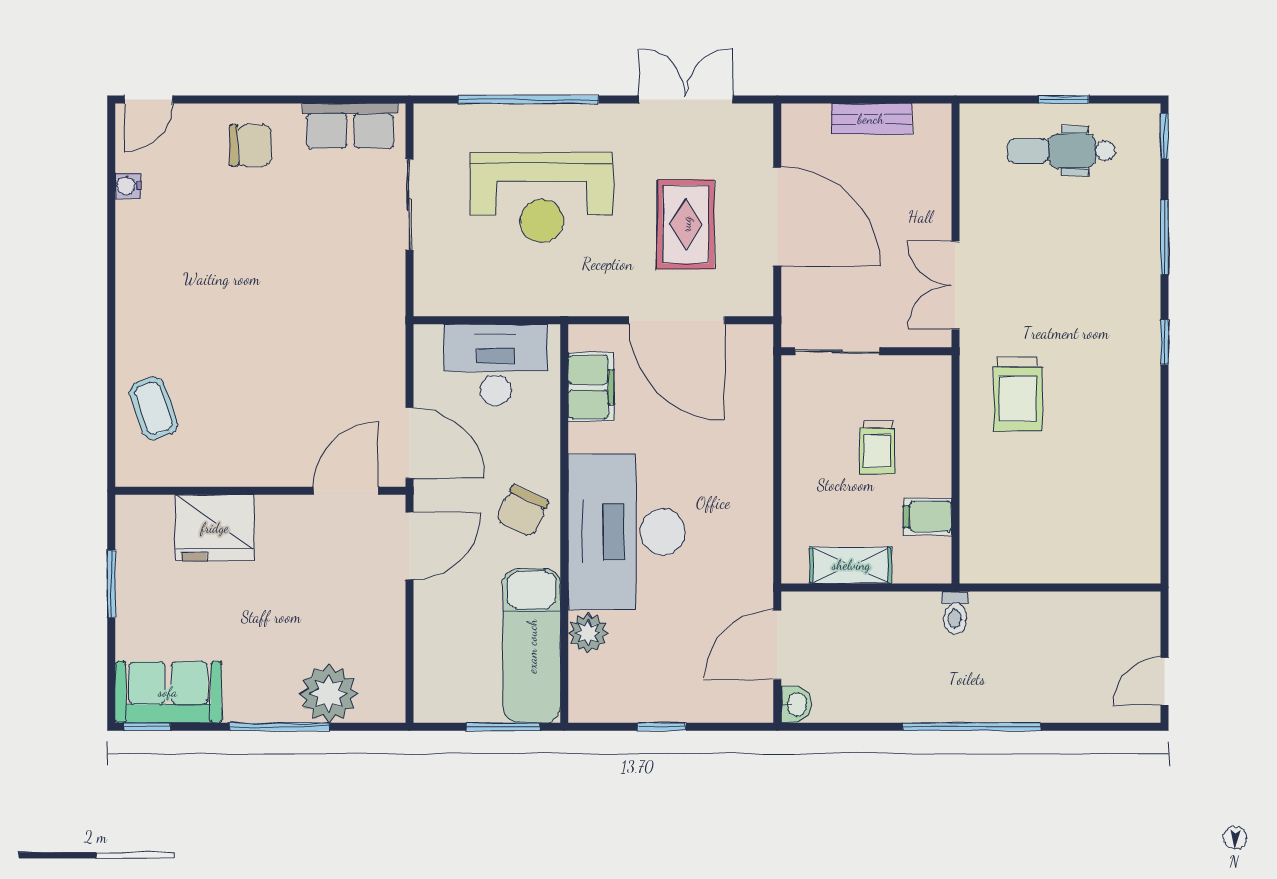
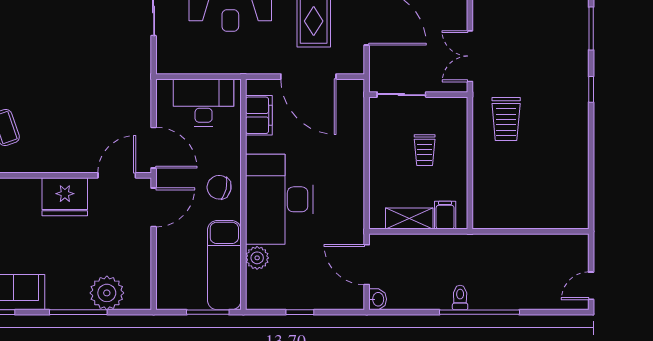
chair: (522, 511) -> (219, 187), turned 78
filing cabinet: (927, 517) -> (445, 215), moved, turned 90
fridge: (215, 528) -> (65, 197), moved
toilet: (955, 613) -> (460, 298), moved, turned 180
door: (777, 645) -> (367, 265), hinge flipped

